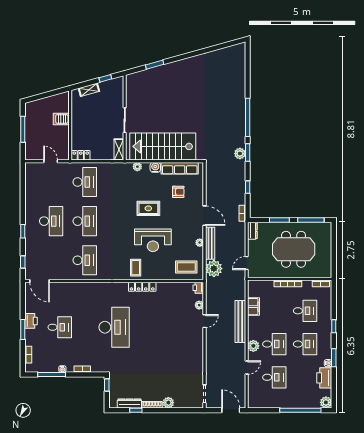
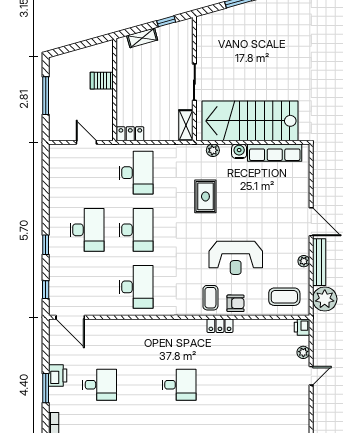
armchair: (178, 192) -> (236, 303), moved
rug: (148, 208) -> (205, 196), moved, turned 90
locker: (142, 287) -> (220, 326), width x0.66
desk: (114, 327) -> (179, 385), width x0.53, depth x0.77

